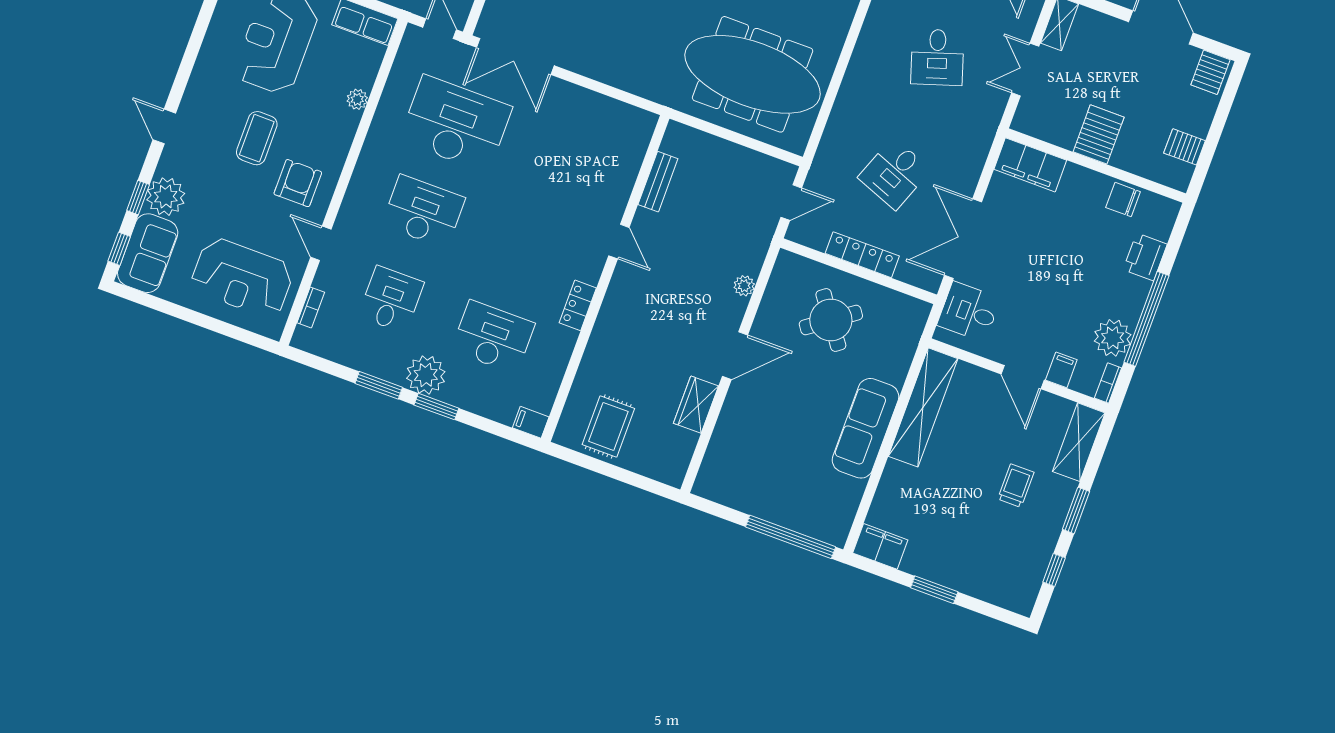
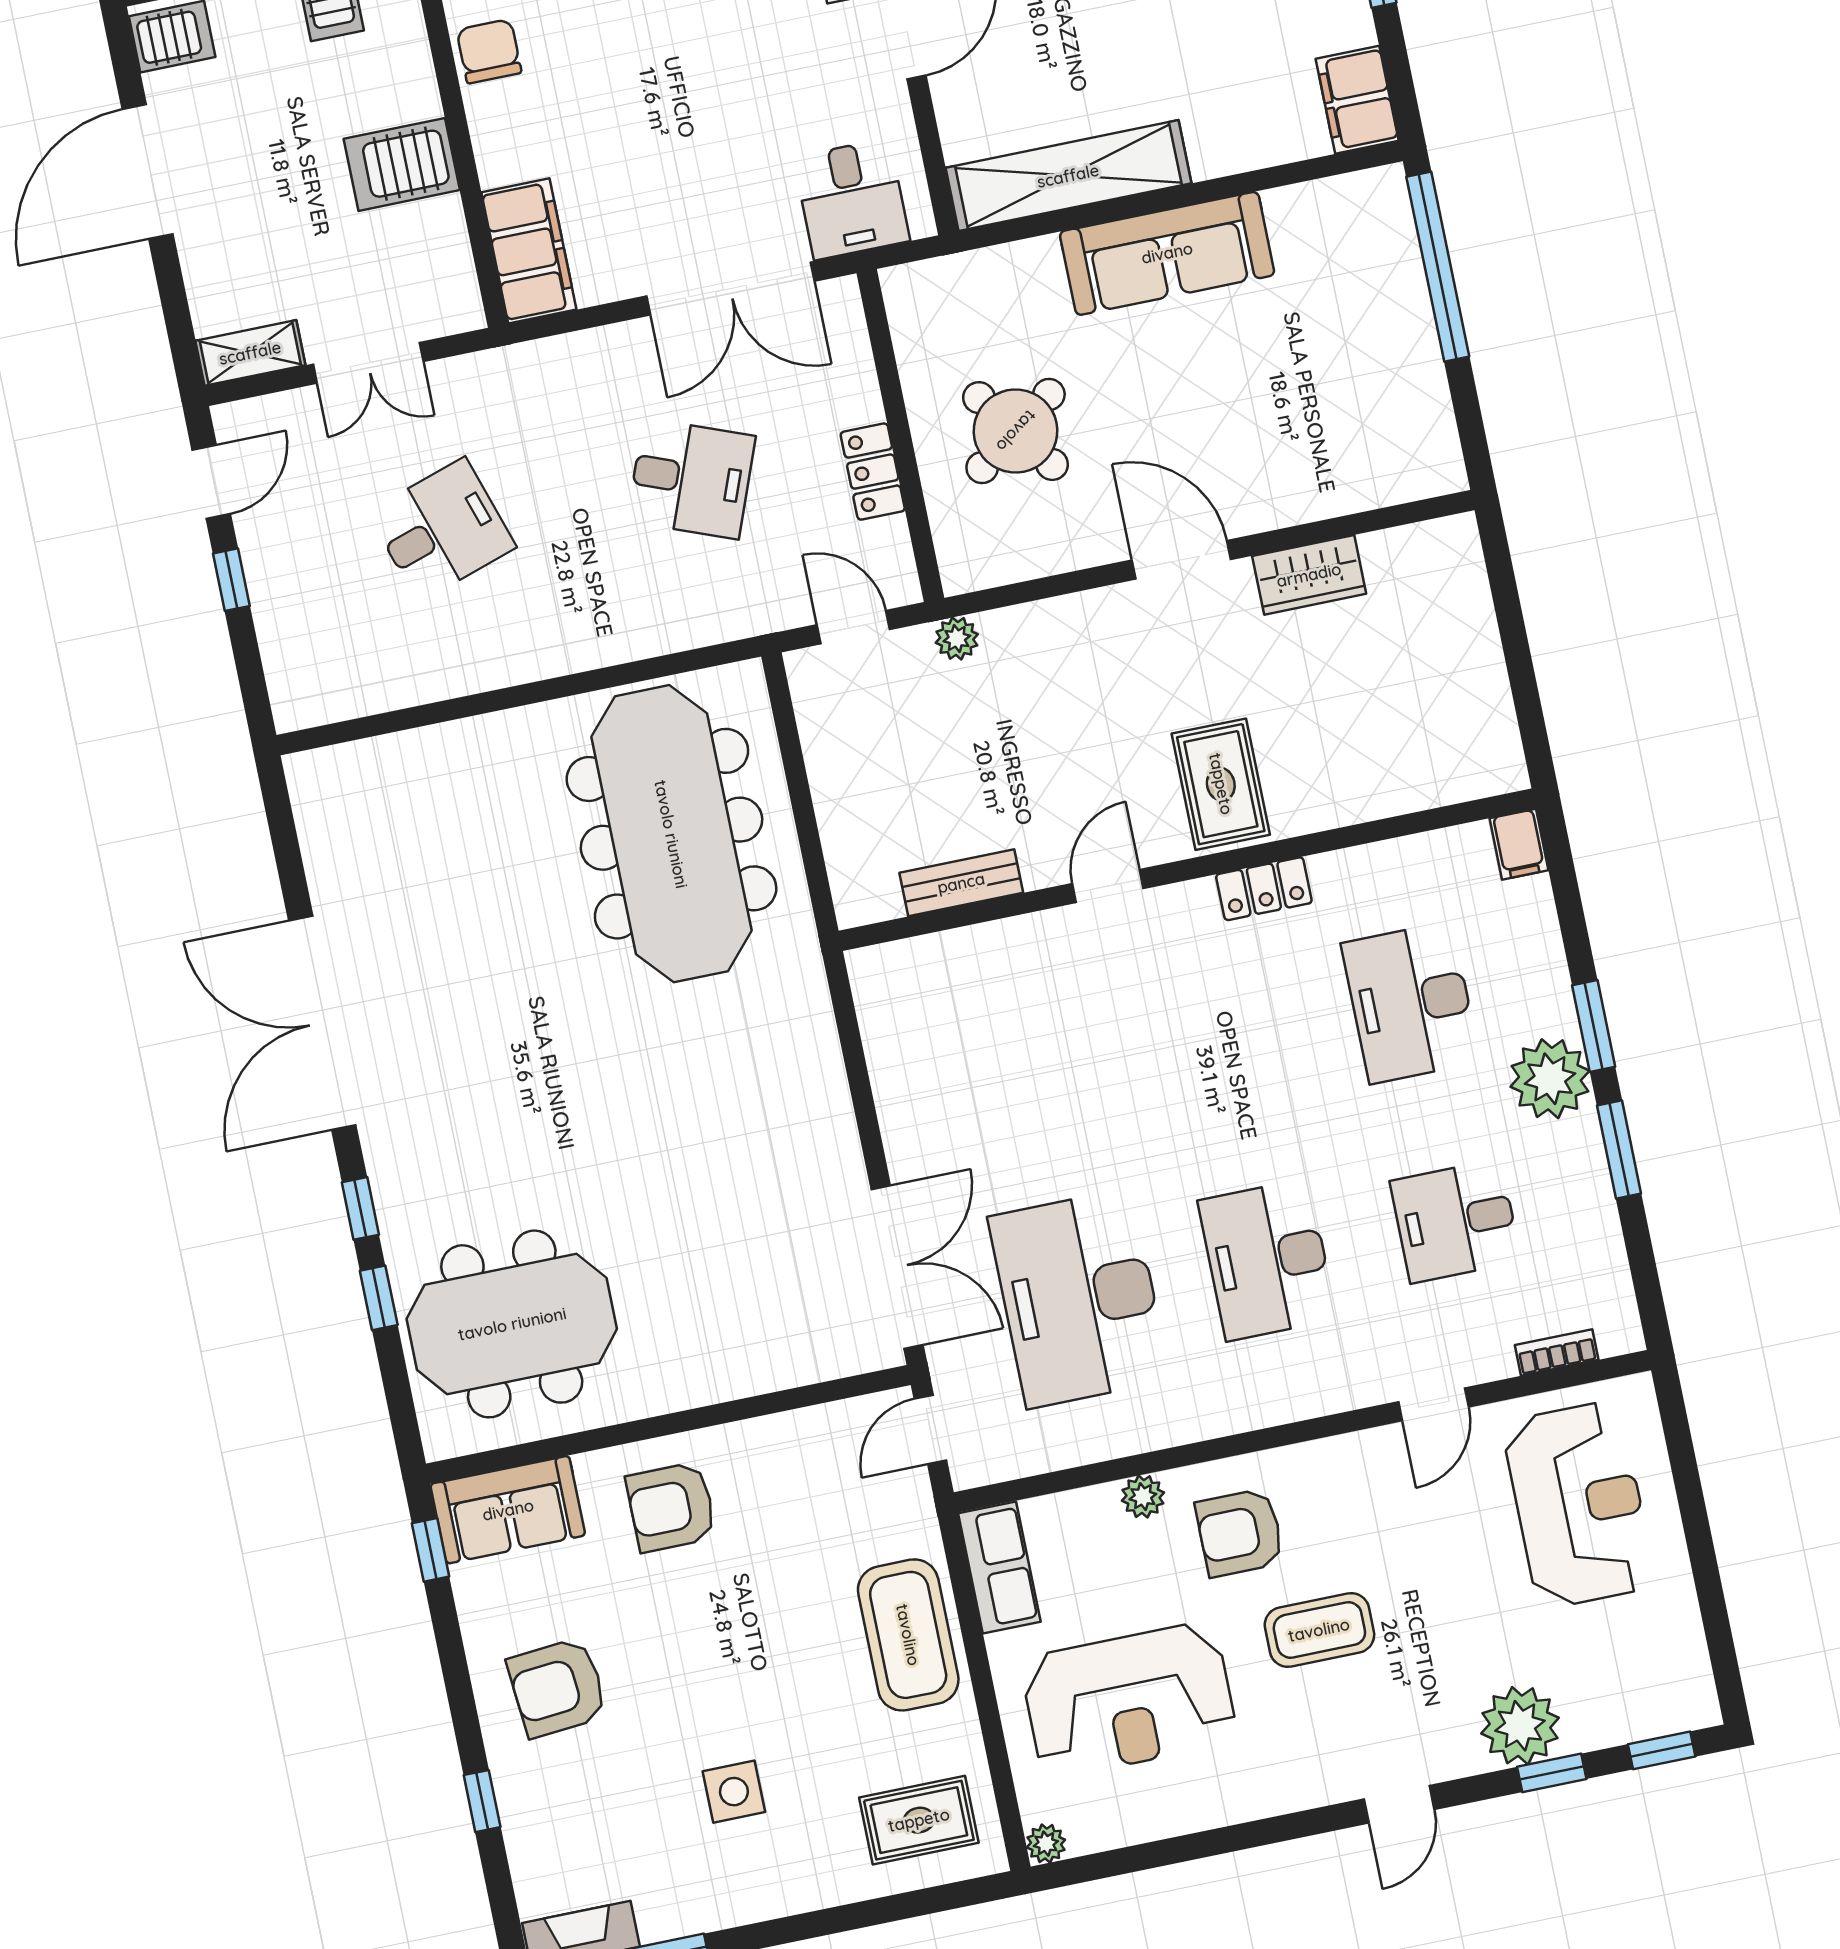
armchair: (298, 183) -> (1240, 1533), moved
chair: (1123, 200) -> (489, 51), turned 180
sofa: (148, 253) -> (1638, 1696), removed
locker: (862, 255) -> (873, 472), width x0.66
plant: (744, 286) -> (957, 638), moved
rug: (608, 426) -> (1221, 784), moved, turned 90

